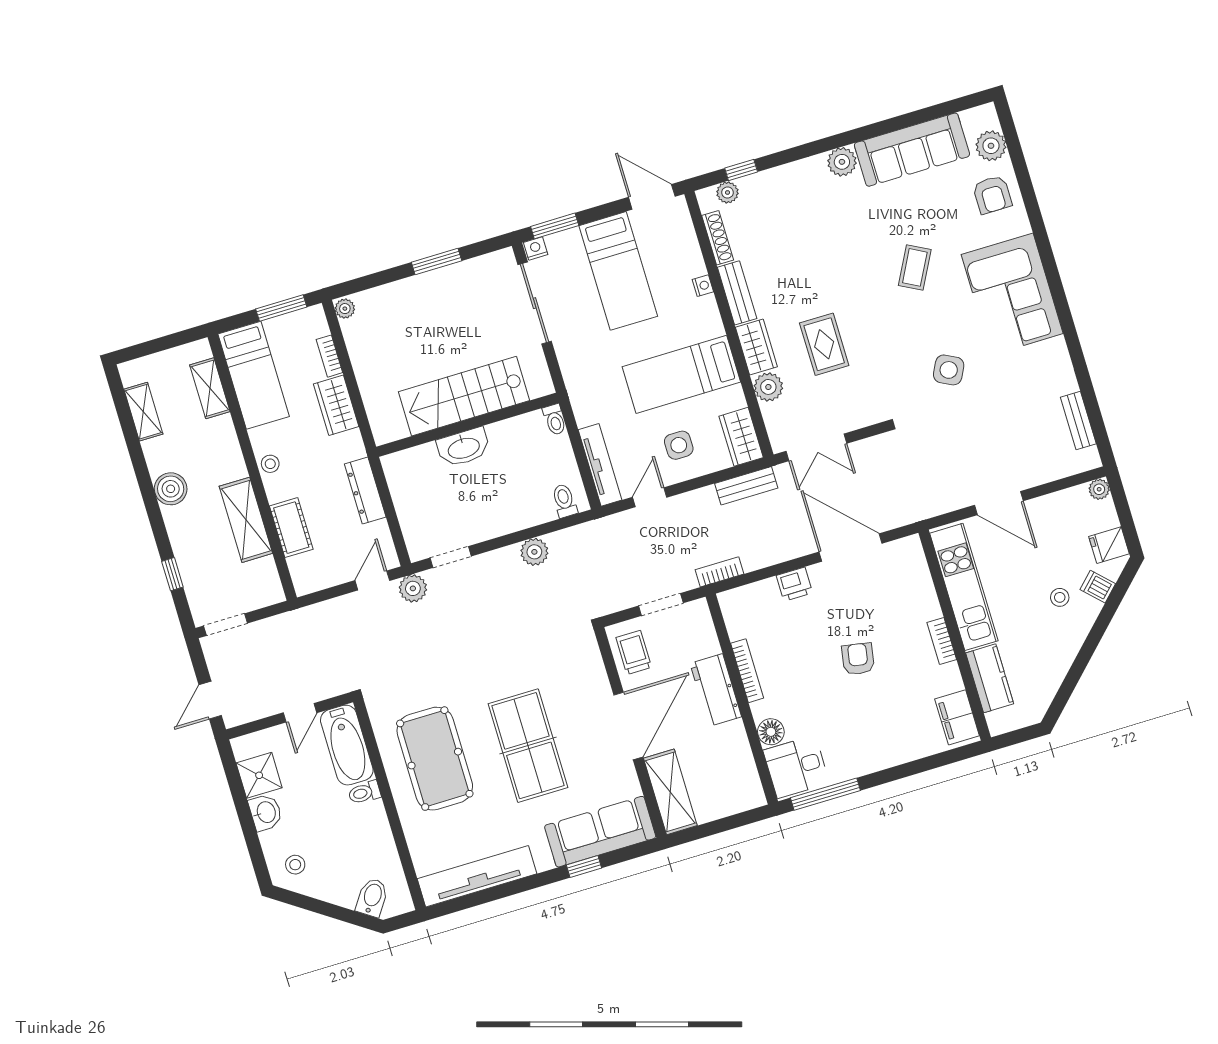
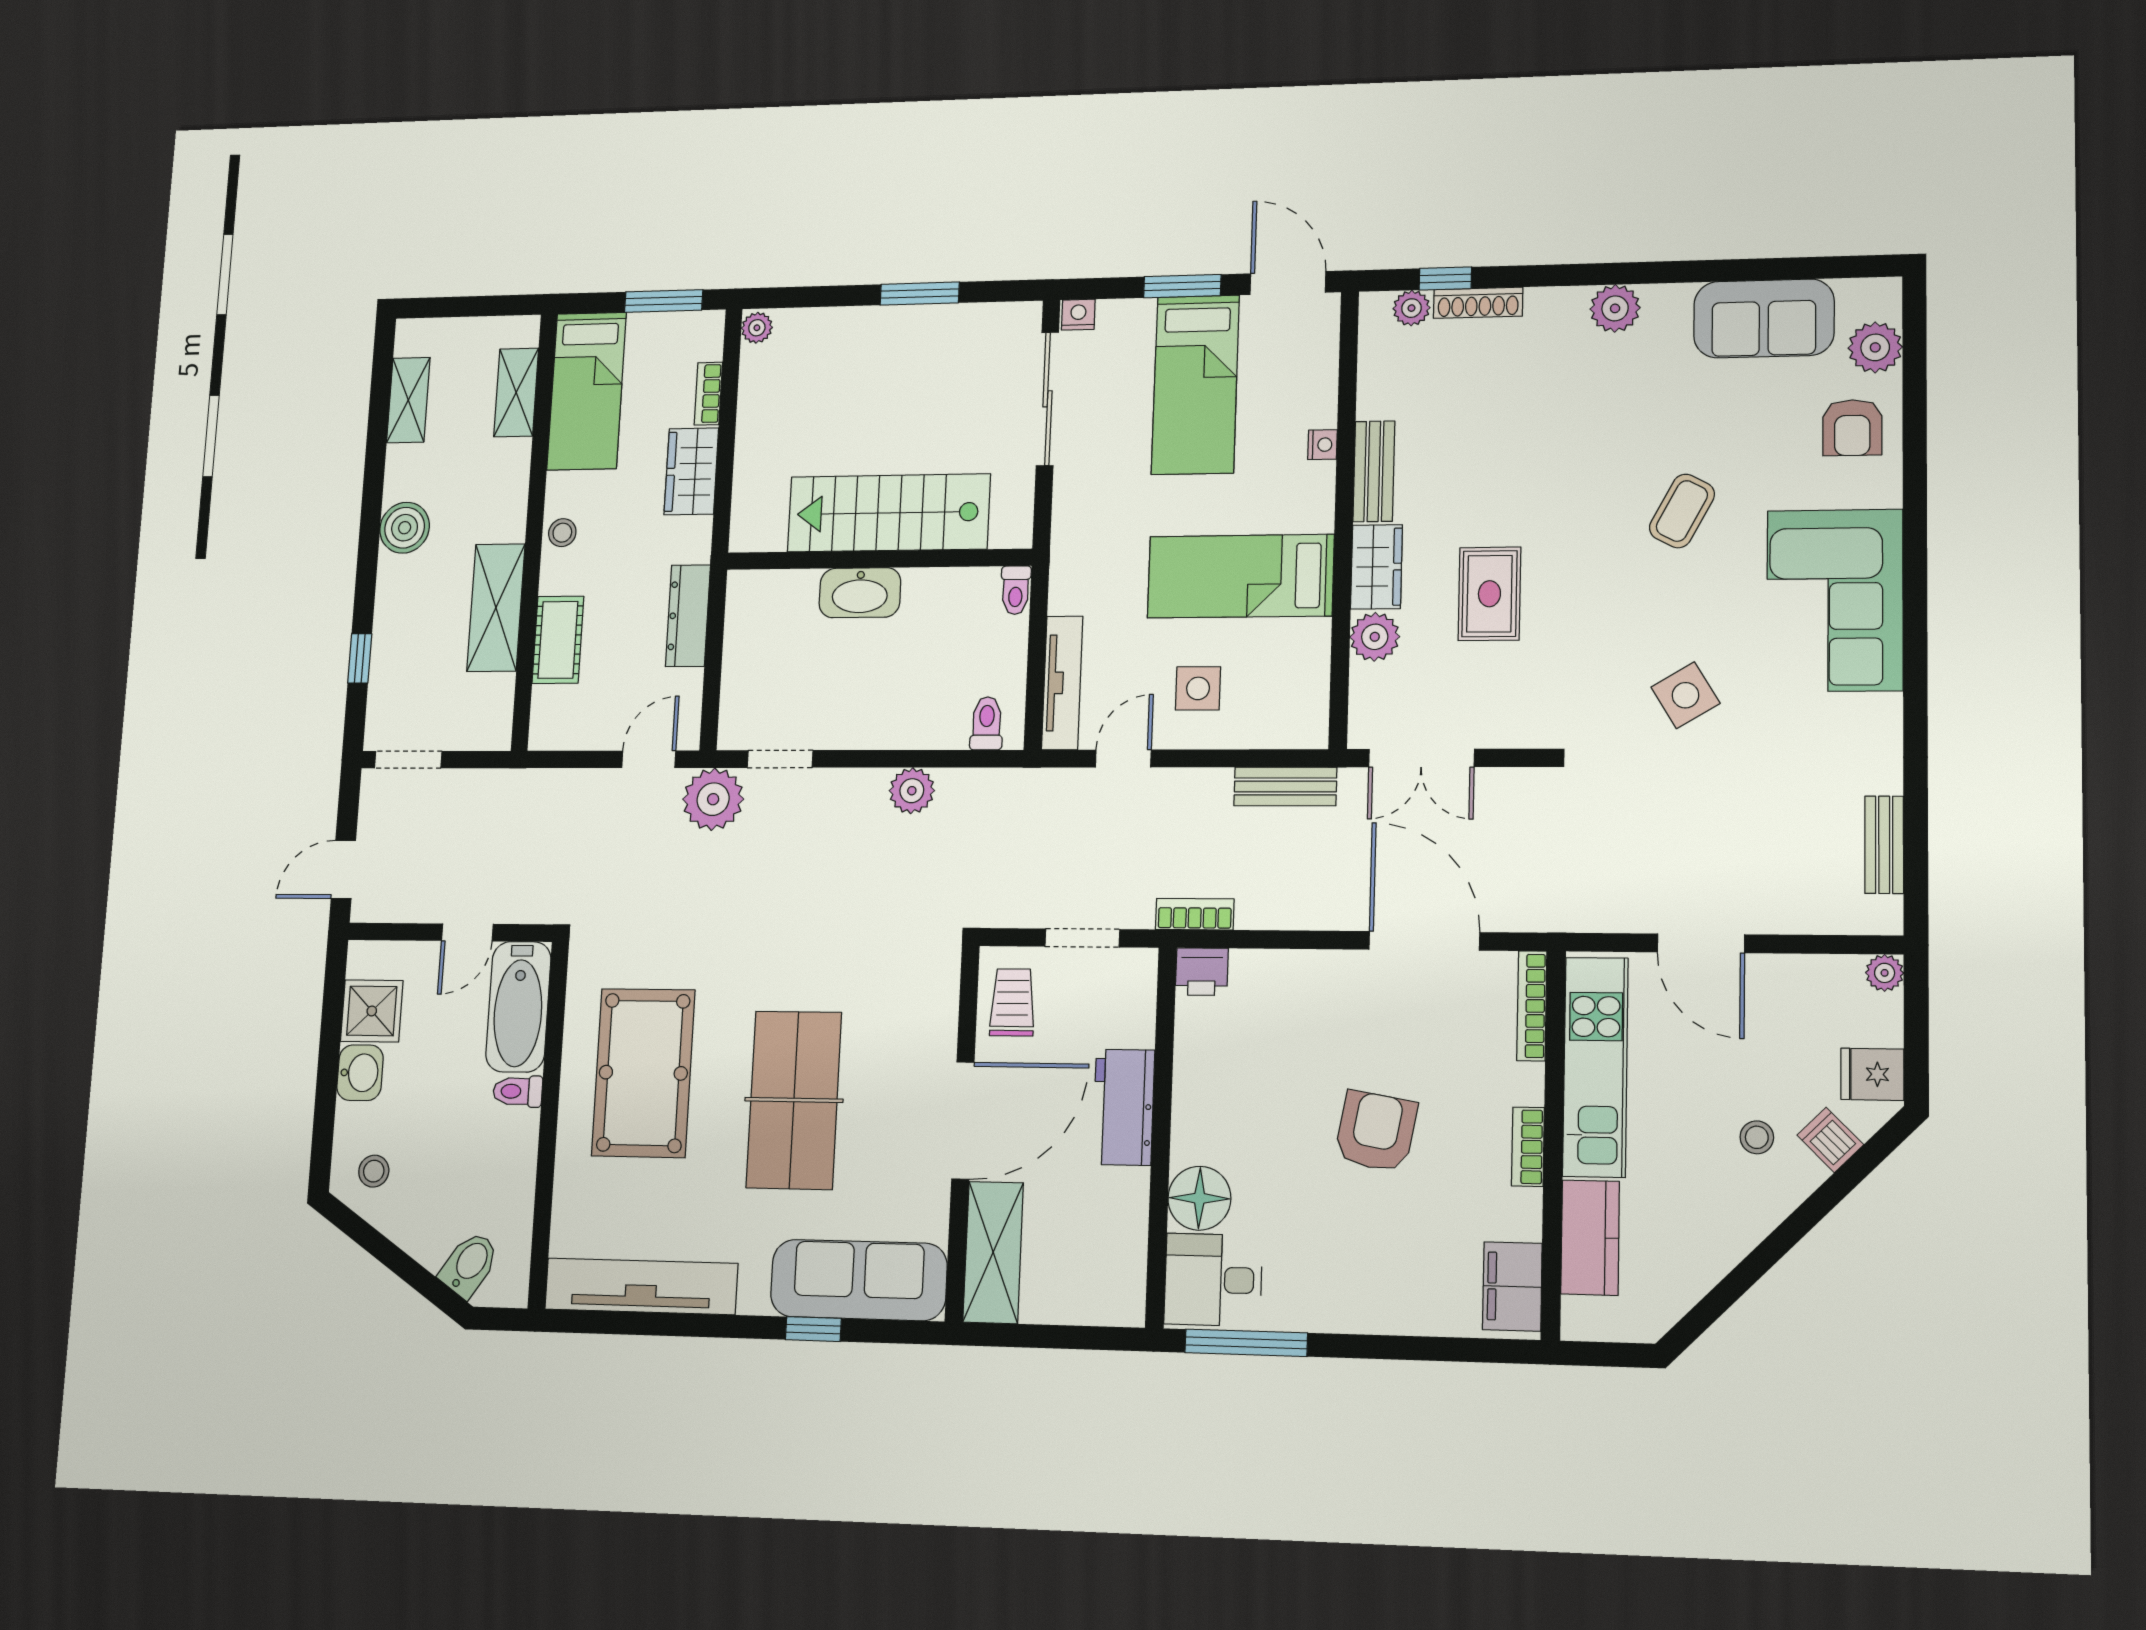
sofa: (912, 150) -> (1764, 318), width x0.73
window: (555, 226) -> (1182, 286), moved
shoe rack: (718, 238) -> (1478, 303), moved, turned 90
side table: (949, 370) -> (1685, 695), turned 32
wardrobe: (741, 437) -> (1303, 705), removed
printer: (794, 584) -> (1202, 972), moved
plant: (413, 588) -> (713, 799), width x1.36, depth x1.36
armchair: (858, 659) -> (1376, 1131), width x1.38, depth x1.38
bookcase: (747, 671) -> (1532, 1006), moved, turned 180
floor lamp: (771, 732) -> (1199, 1198), width x1.38, depth x1.38

